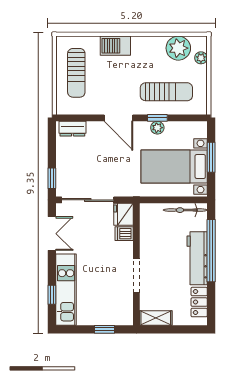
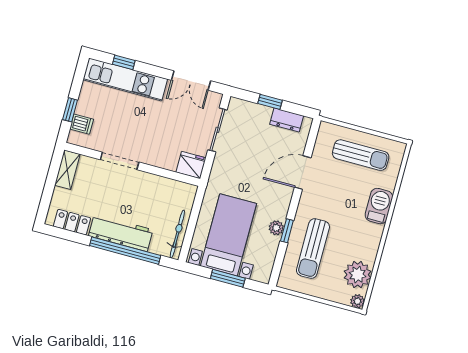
plant: (201, 58) -> (357, 301), moved
sun lounger: (76, 73) -> (361, 155), turned 180
door: (119, 118) -> (303, 172), moved
dresser: (72, 129) -> (287, 120), moved, turned -90
window: (52, 178) -> (270, 102), moved
sliding door: (88, 200) -> (217, 130), width x0.73
dishwasher: (124, 234) -> (82, 124), moved, turned 90

